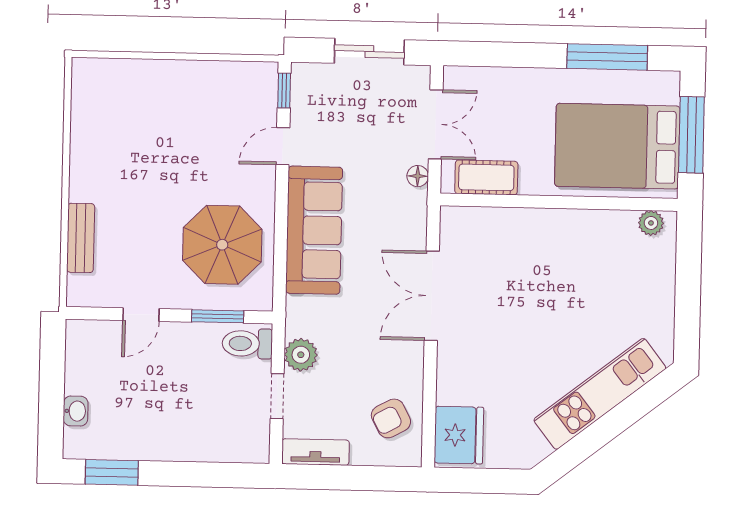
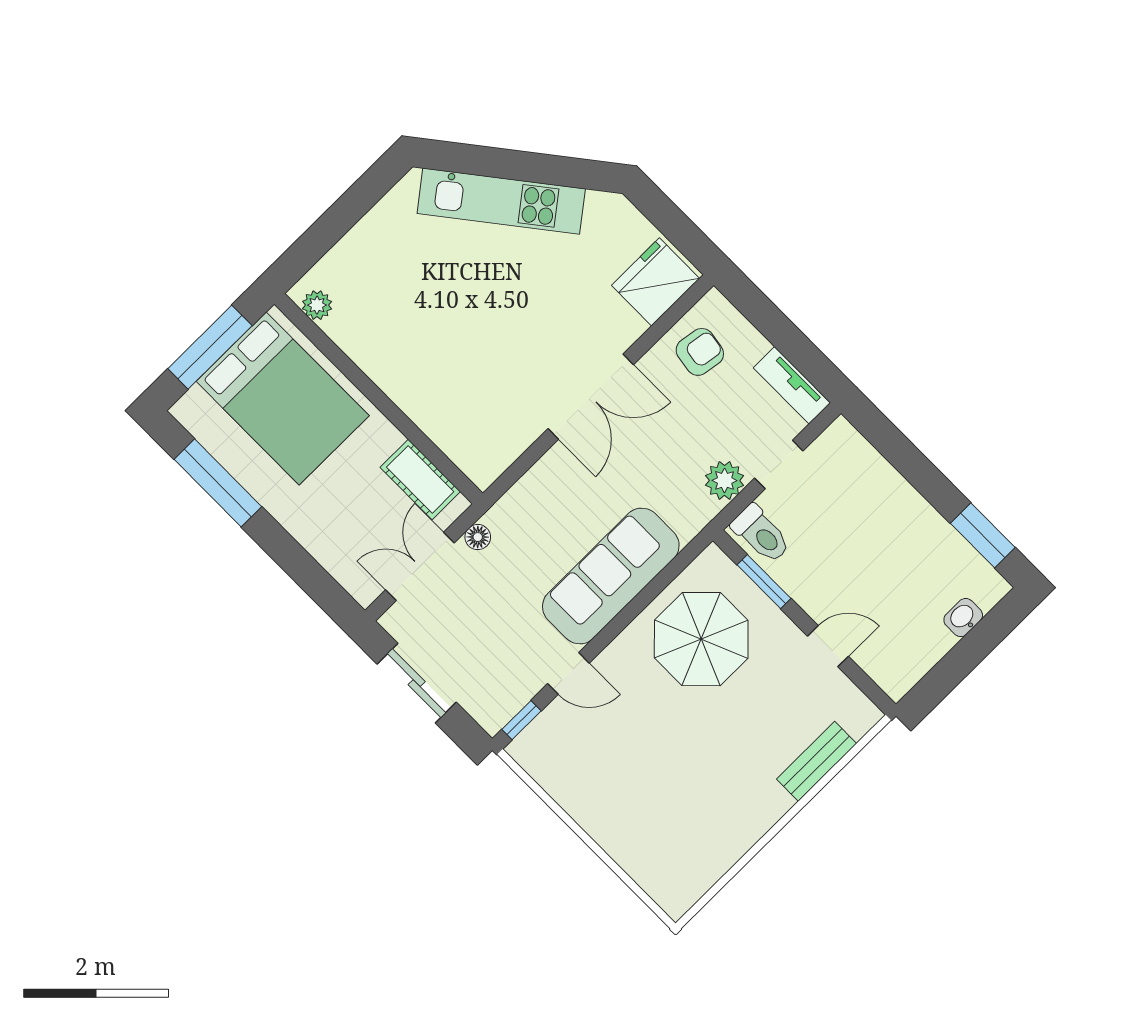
double door: (432, 296) -> (591, 397), moved
armchair: (391, 418) -> (700, 352), turned -53

